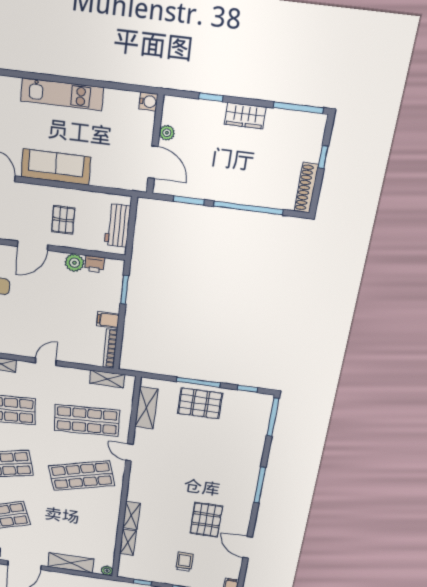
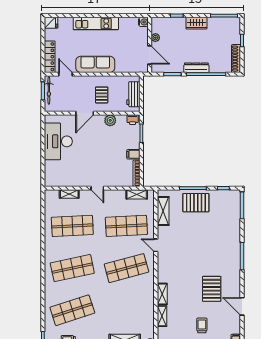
dresser: (233, 195) -> (196, 68), added
printer: (95, 264) -> (133, 120), moved
door: (46, 362) -> (97, 188), swing flipped

